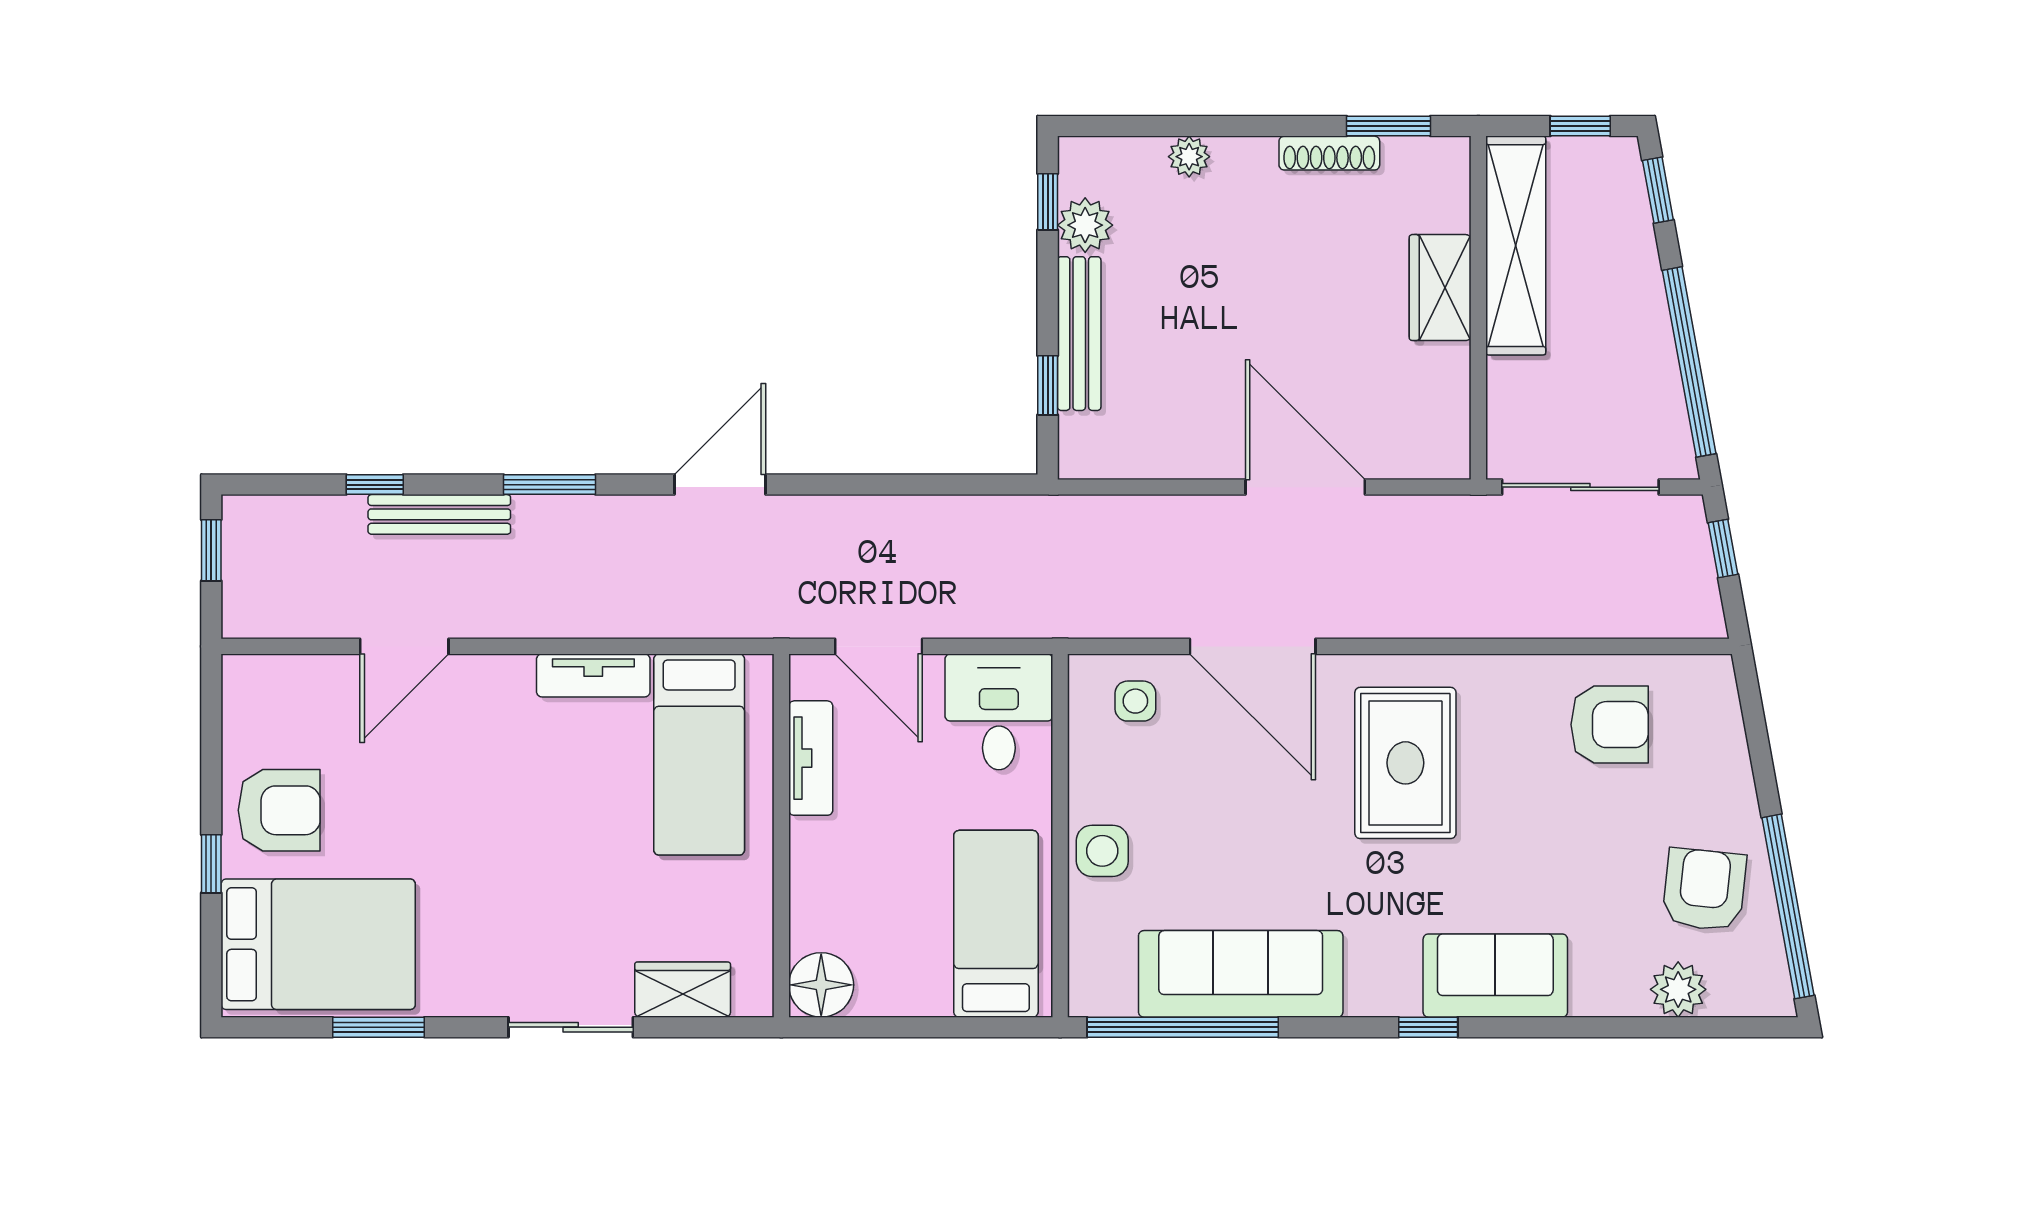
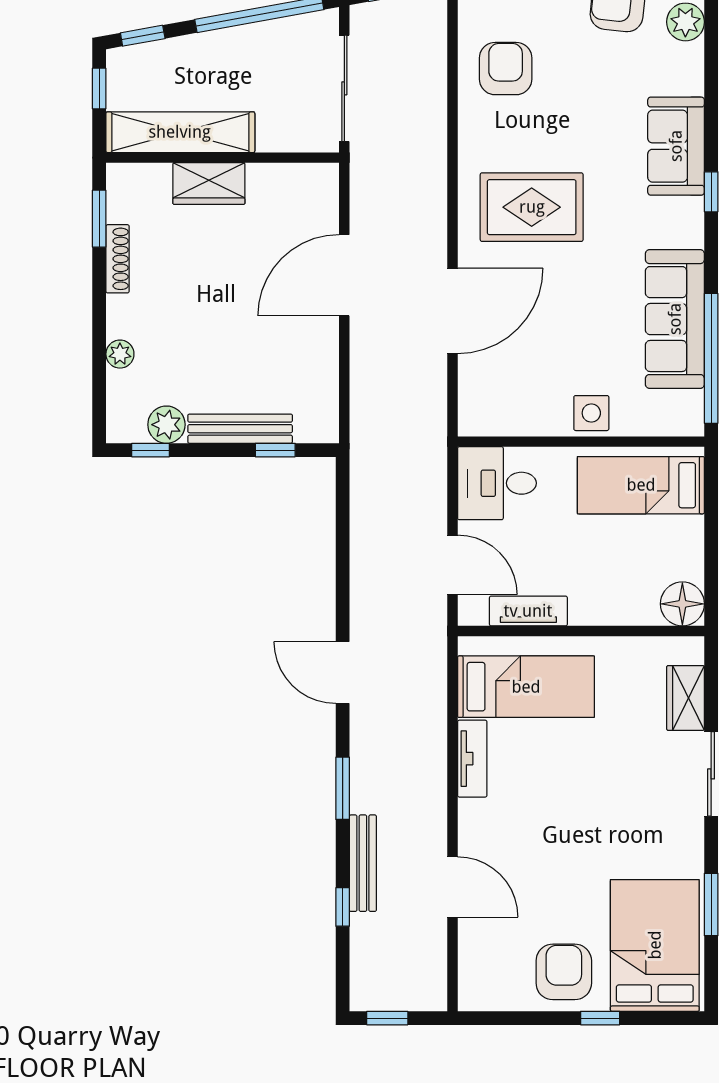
door: (879, 646) -> (452, 565), hinge flipped
side table: (1135, 701) -> (490, 391), removed

